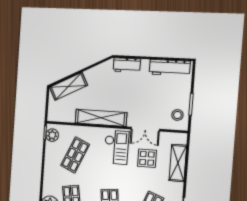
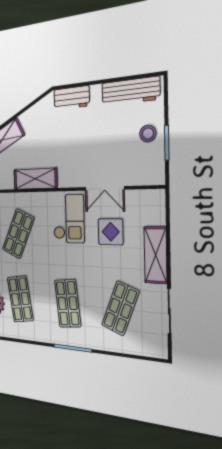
stool: (177, 115) -> (148, 134), moved
shelving: (101, 118) -> (35, 179), width x0.68
shelving: (178, 163) -> (156, 255), moved

